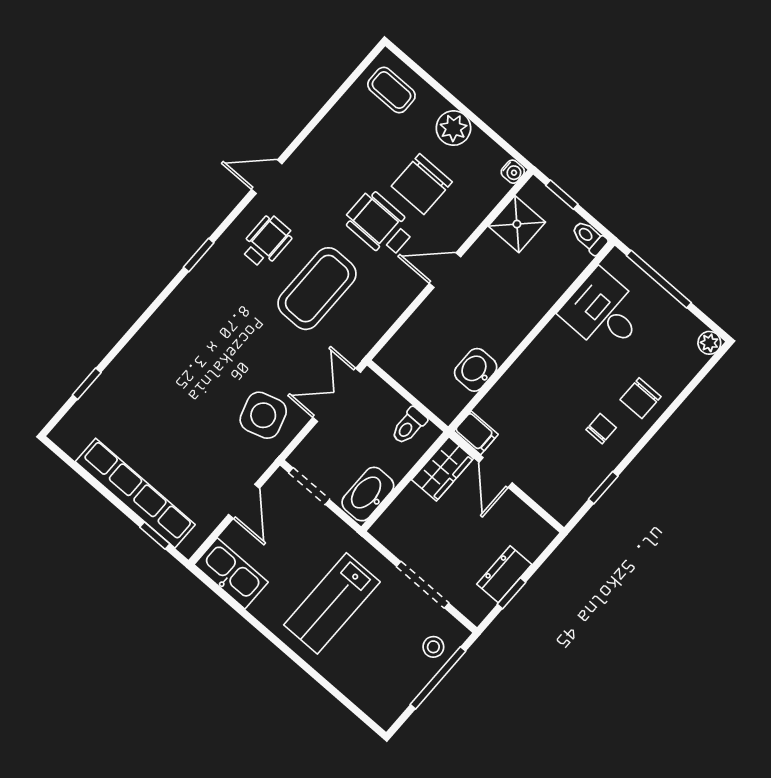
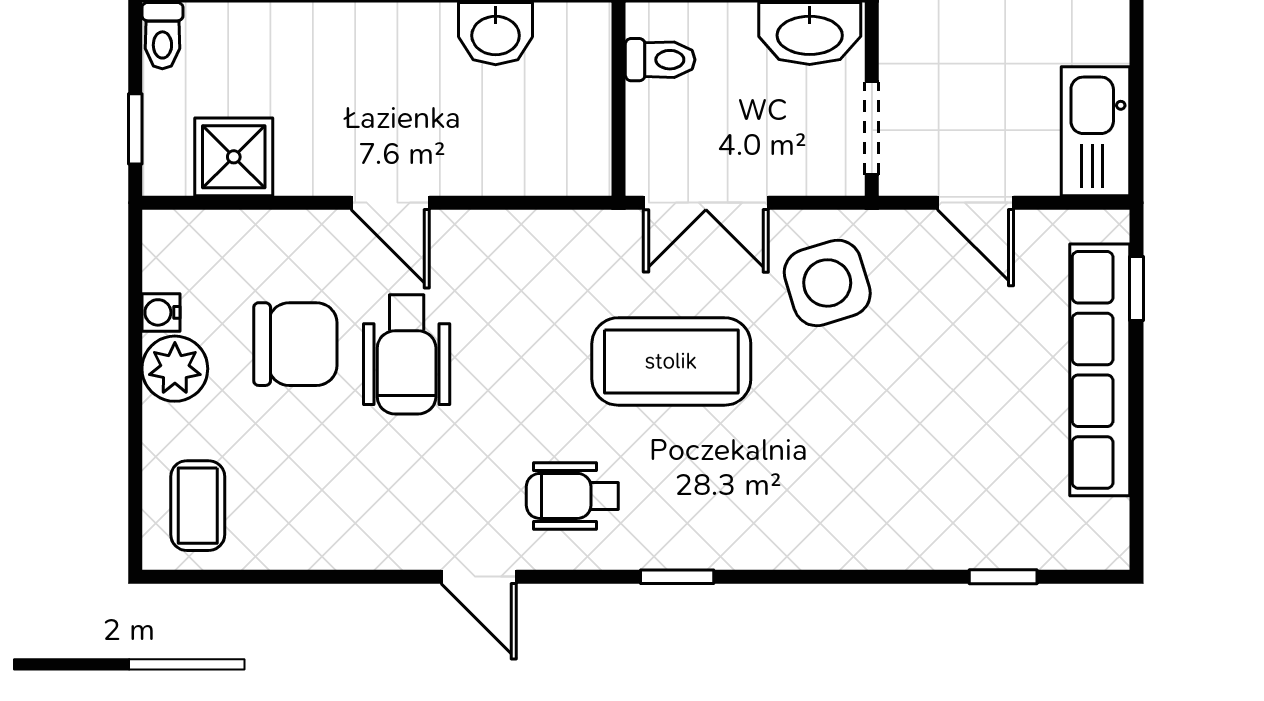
water cooler: (513, 172) -> (161, 312), moved, turned -90
coffee table: (317, 289) -> (671, 361), moved
door: (244, 501) -> (975, 203), swing flipped

